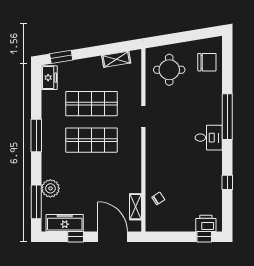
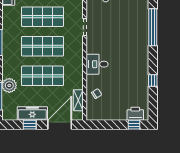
desk: (209, 138) -> (97, 64), moved, turned 180
shop shelf: (91, 177) -> (42, 76), added
freezer: (65, 223) -> (32, 113), moved
door: (113, 237) -> (60, 125), hinge flipped

